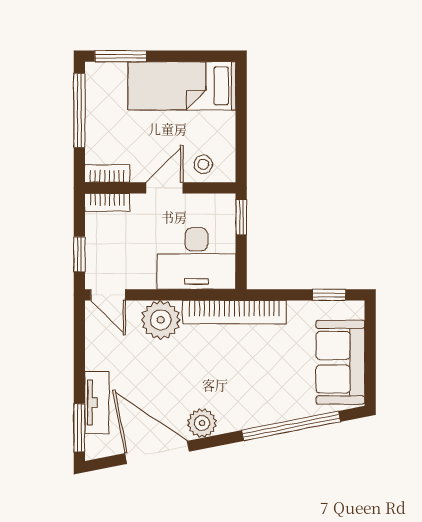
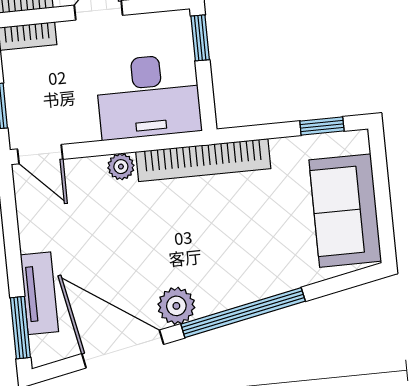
plant: (161, 320) -> (121, 167), width x0.53, depth x0.53
window: (291, 426) -> (243, 313), moved

